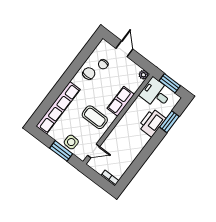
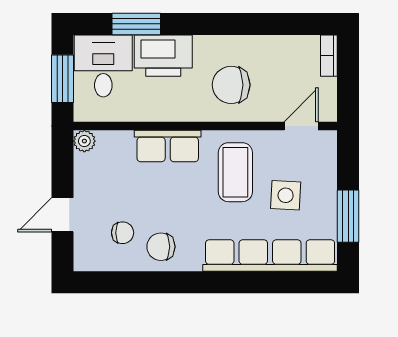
desk: (156, 93) -> (103, 66), moved, turned 180
chair: (125, 138) -> (231, 85), added
side table: (71, 142) -> (286, 195), moved
window: (61, 151) -> (348, 216), moved
door: (94, 151) -> (301, 126), hinge flipped

